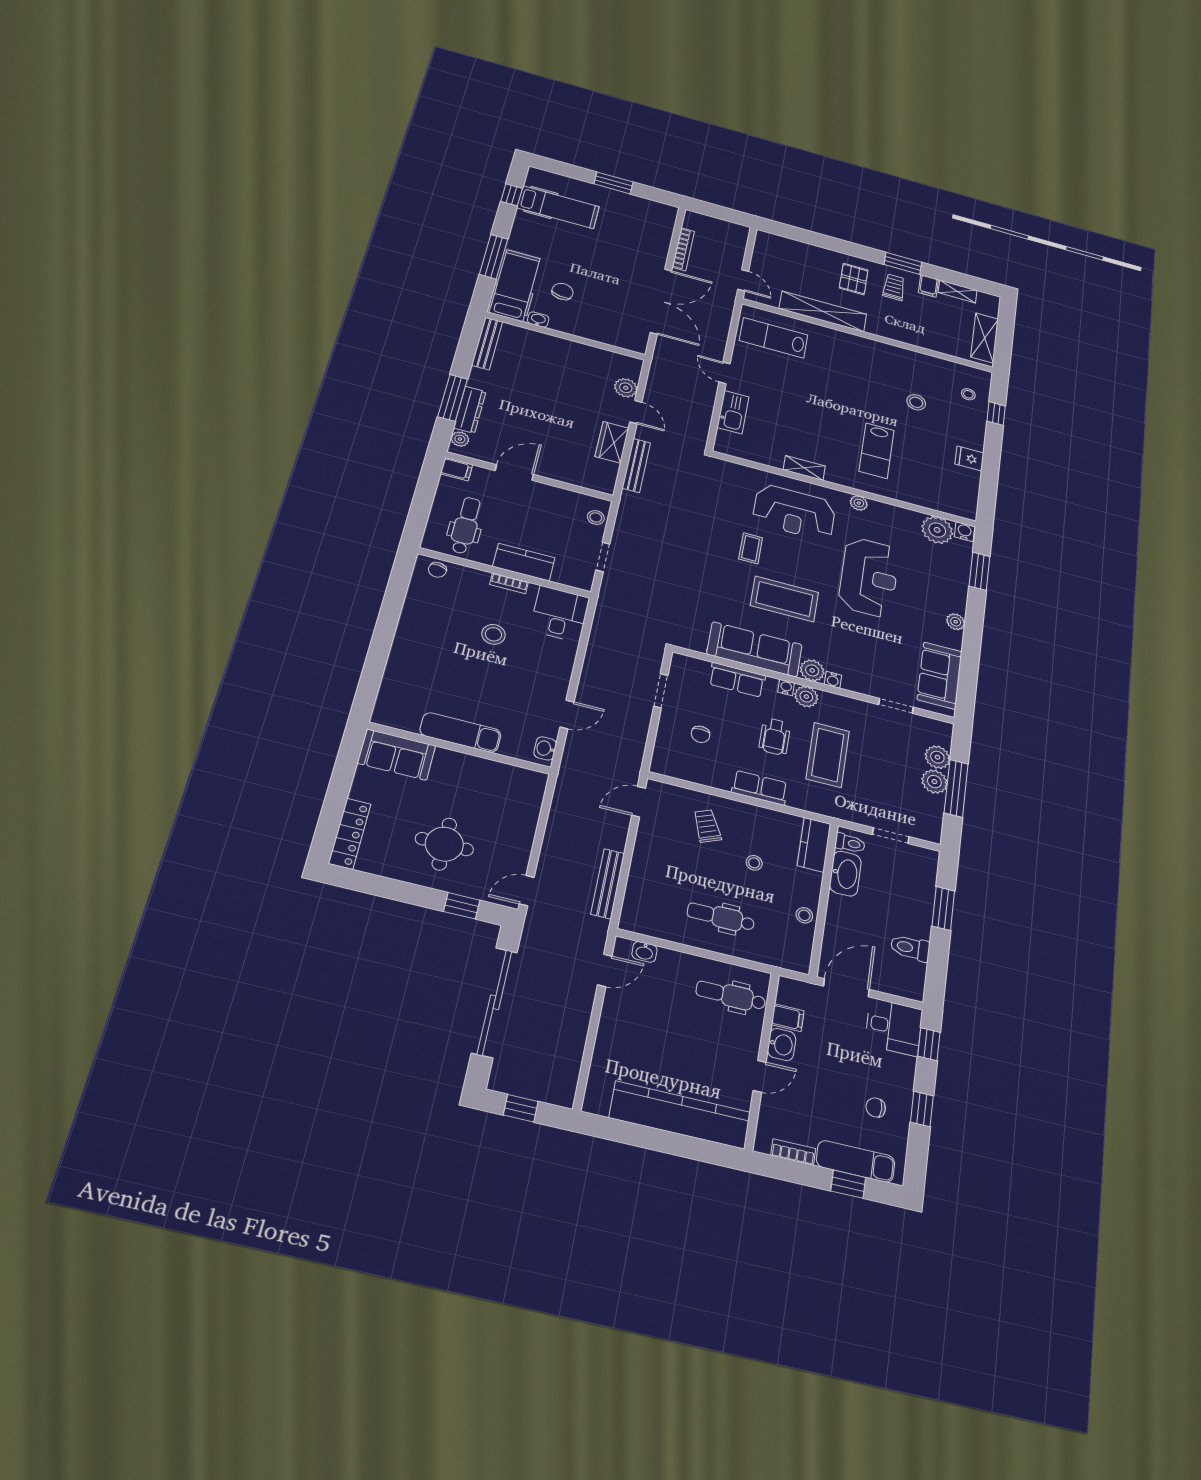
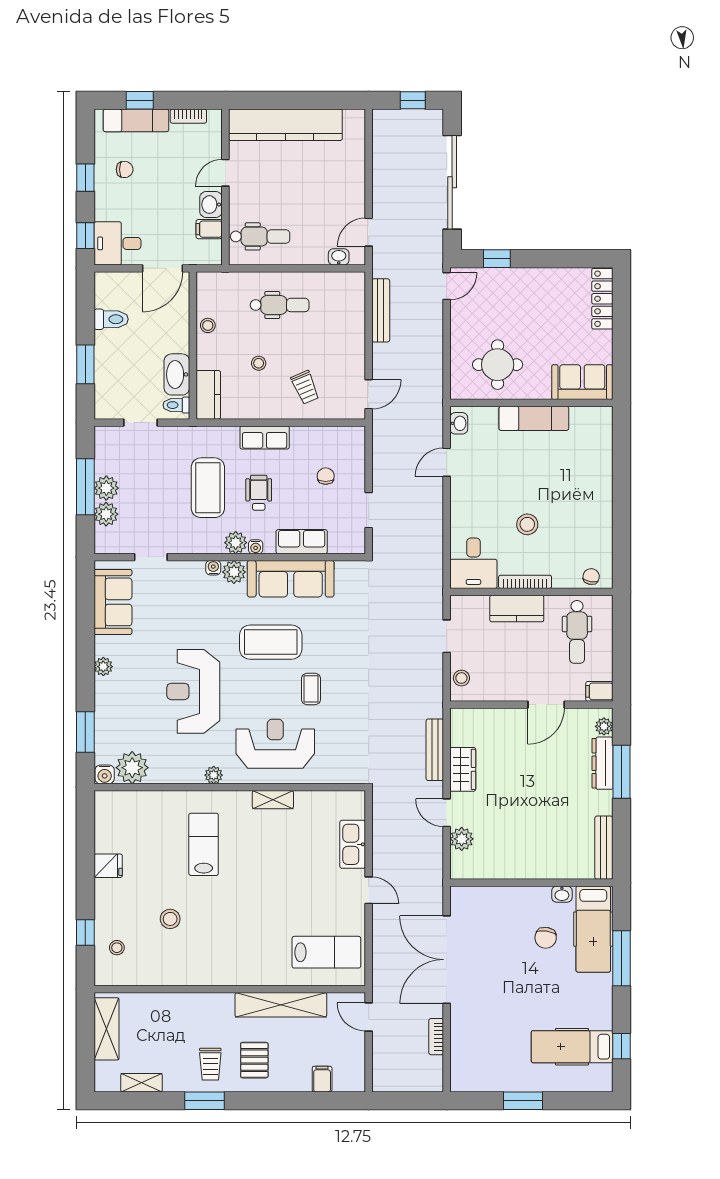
bookcase: (683, 249) -> (436, 1037), width x0.64
filing cabinet: (928, 286) -> (322, 1079), moved
bookcase: (509, 583) -> (525, 582), width x1.56
round table: (444, 844) -> (498, 365), moved

